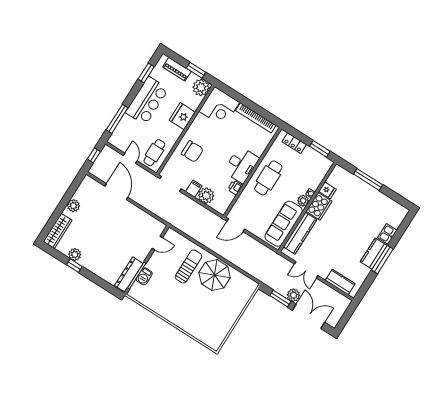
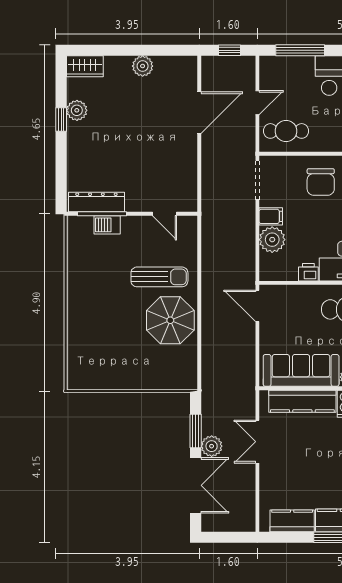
wardrobe: (58, 231) -> (85, 66), width x0.67
kitchen counter: (340, 282) -> (292, 521), moved, turned -90

